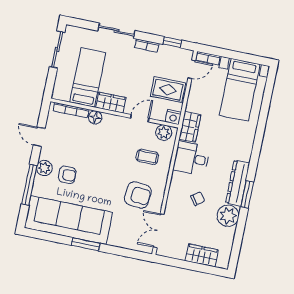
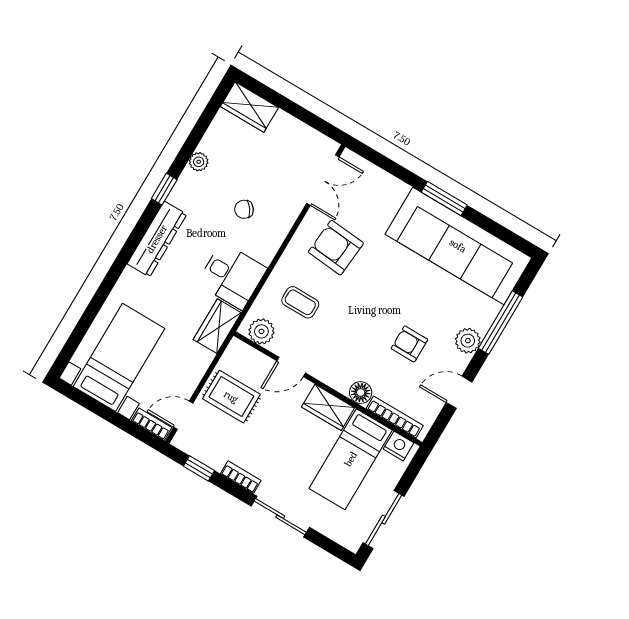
nightstand: (173, 117) -> (399, 446), moved
door: (39, 137) -> (459, 392), swing flipped
armchair: (67, 175) -> (409, 344), moved
dresser: (238, 183) -> (157, 239), moved
window: (247, 194) -> (164, 189), width x0.67
plant: (228, 216) -> (199, 162), width x0.53, depth x0.53
wardrobe: (202, 255) -> (249, 107), moved

